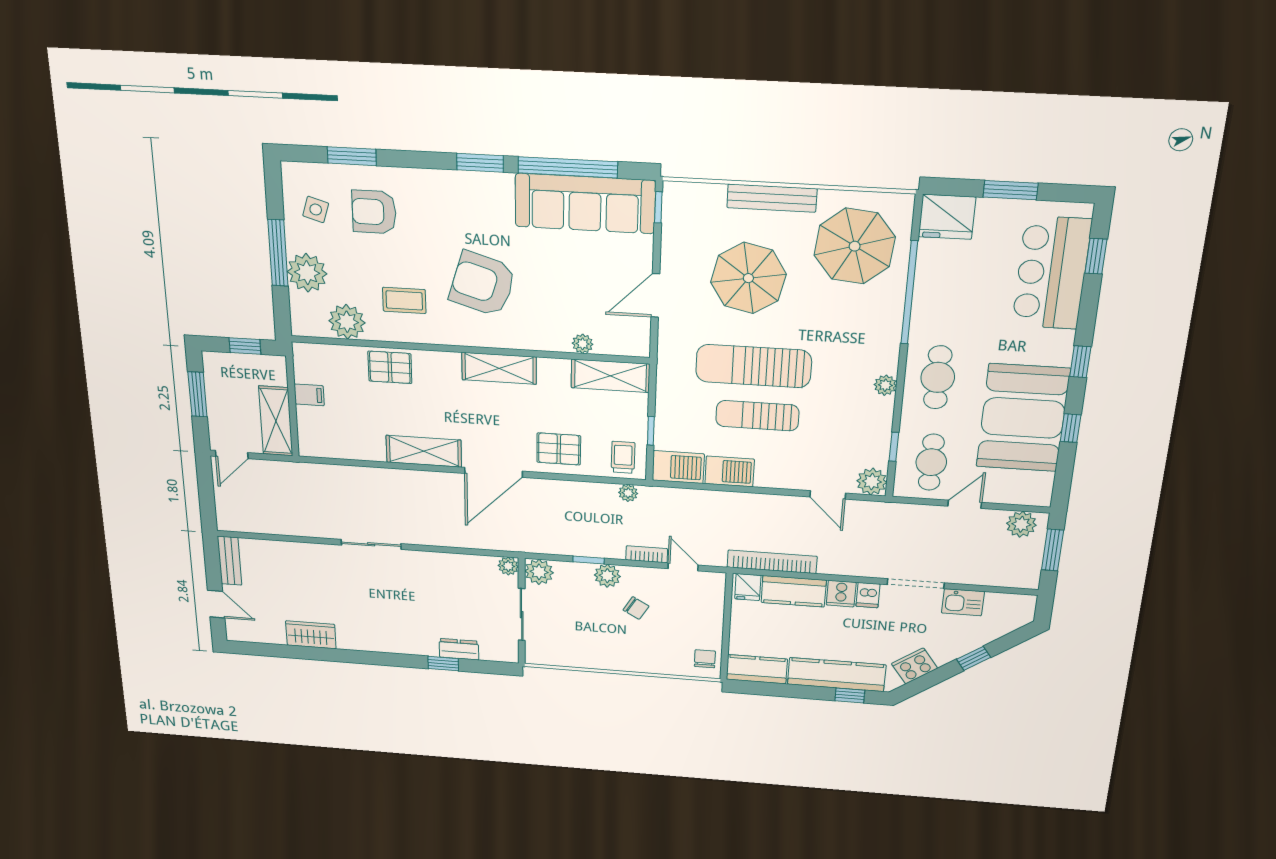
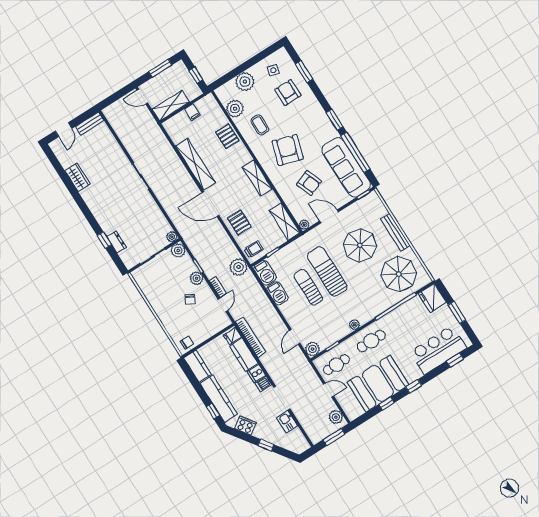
window: (278, 253) -> (245, 66), removed
armchair: (569, 288) -> (309, 183), added
plant: (583, 344) -> (304, 225), moved
shelving: (424, 451) -> (195, 164), width x1.47
plant: (628, 493) -> (238, 267), width x1.87, depth x1.87

